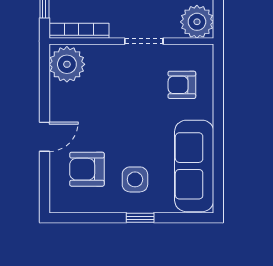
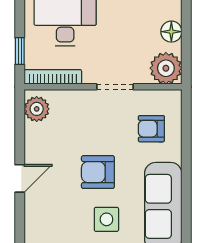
plant: (67, 64) -> (37, 109), width x0.73, depth x0.73
armchair: (87, 169) -> (98, 172), moved

